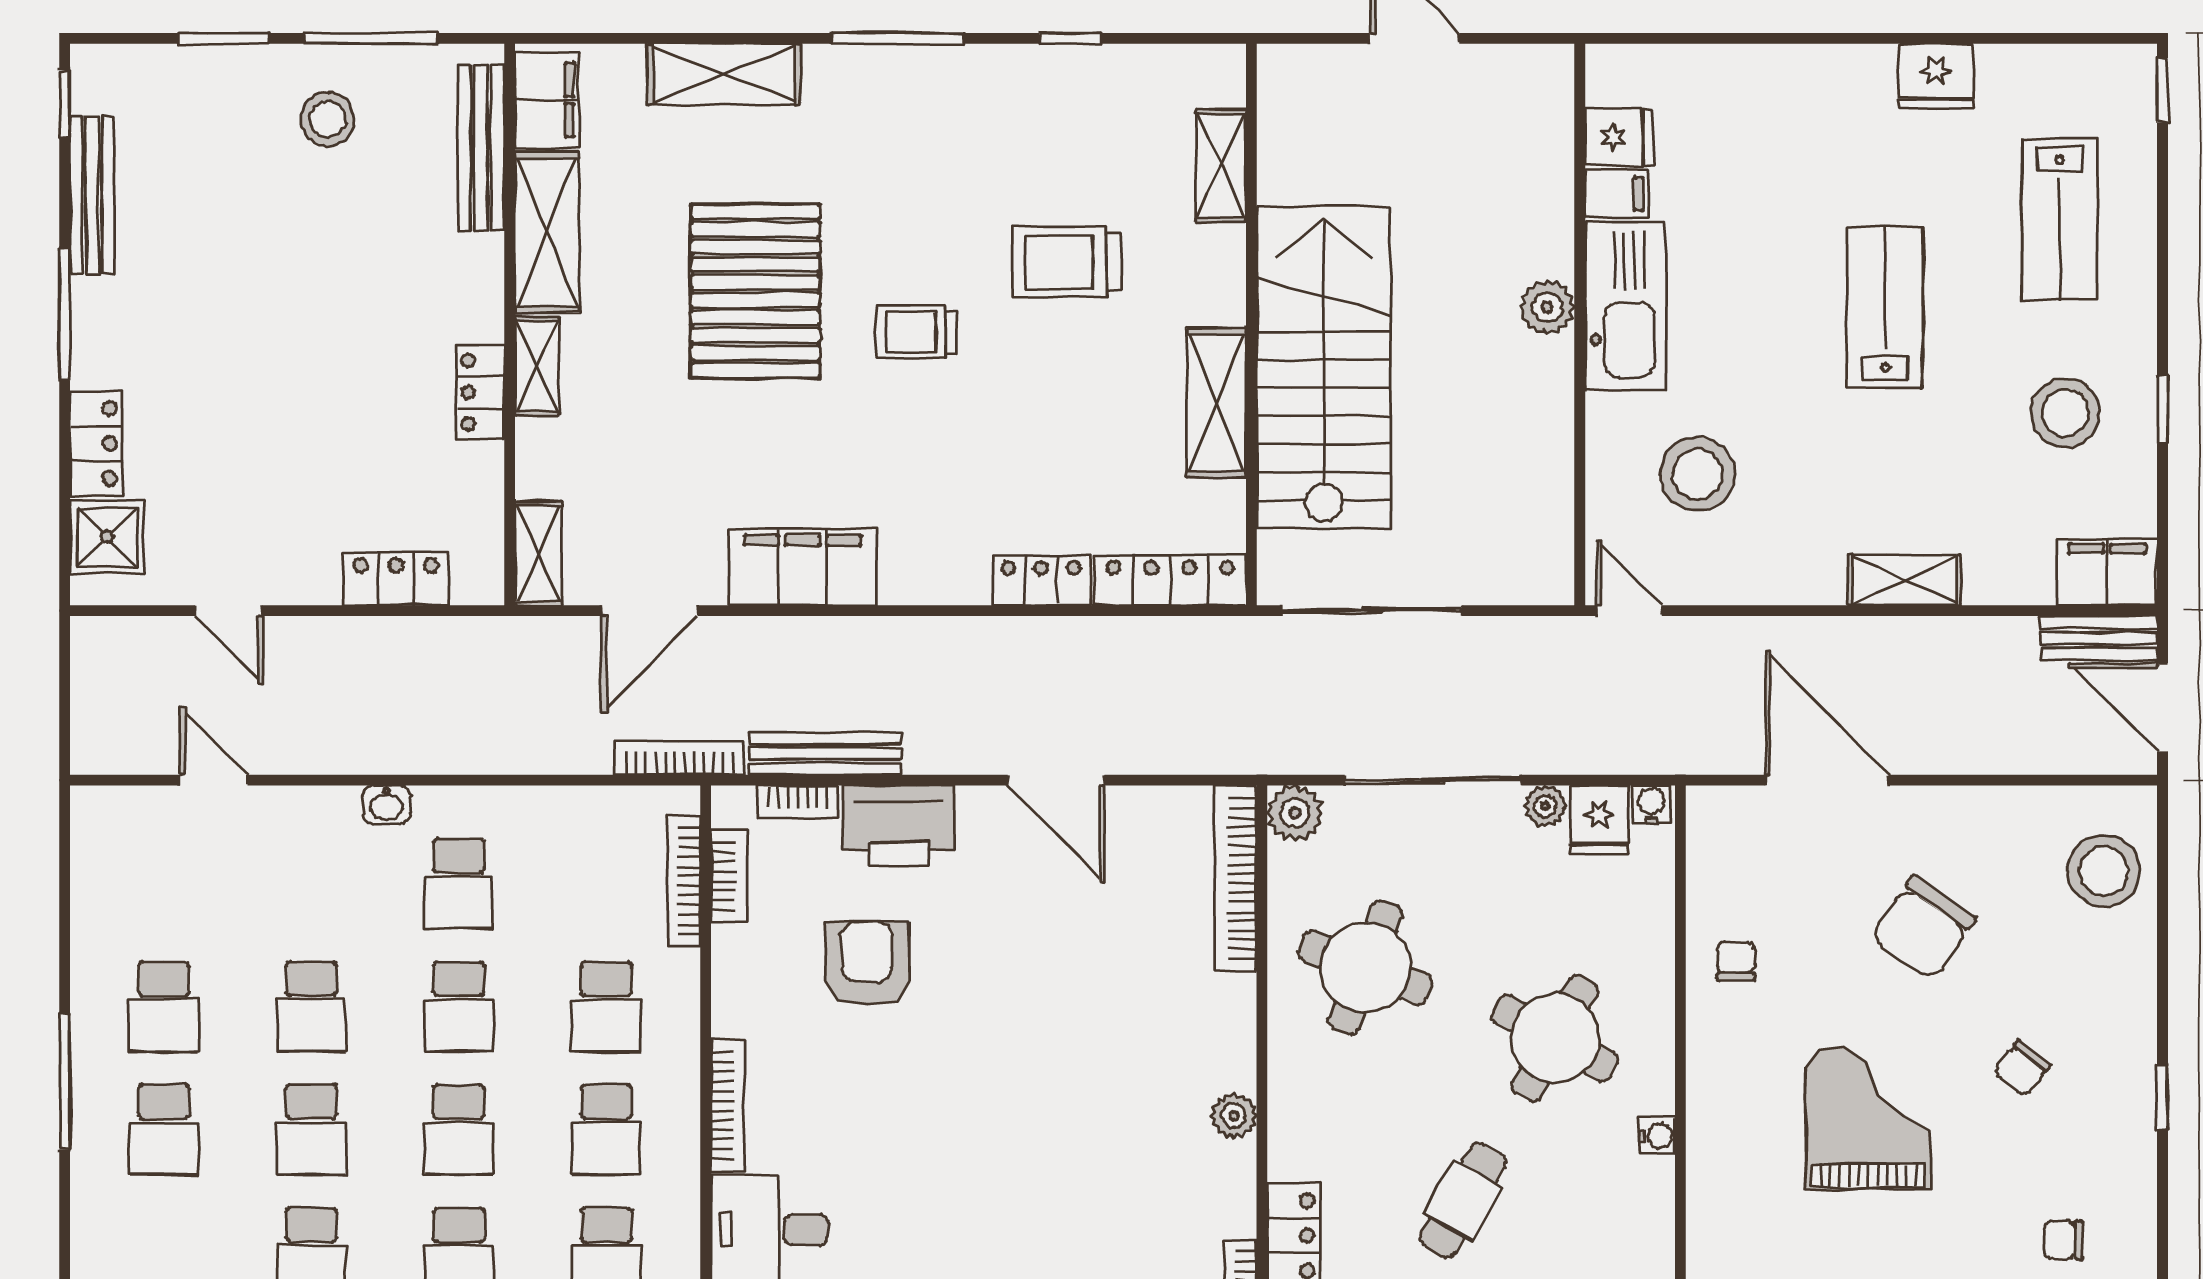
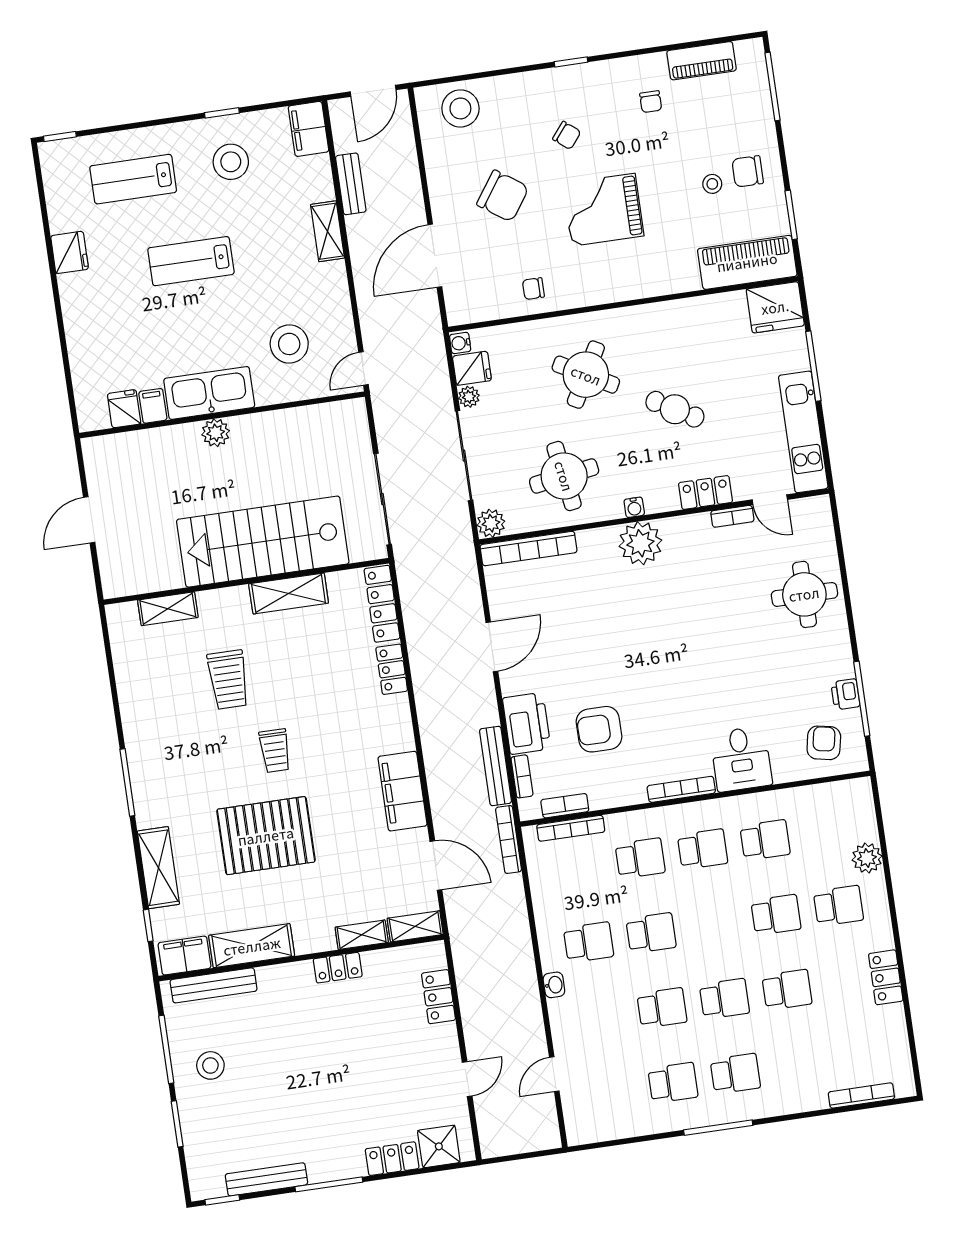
window: (1070, 38) -> (148, 925), moved
lab bench: (2060, 220) -> (133, 179), turned 180
shelving: (537, 366) -> (362, 935), moved
bench: (2099, 638) -> (351, 184), moved
round table: (1365, 967) -> (564, 476), turned -30
plant: (1234, 1116) -> (640, 543), width x1.88, depth x1.88
school desk: (459, 1130) -> (714, 924), removed
water cooler: (1657, 1136) -> (634, 507), moved, turned 180

